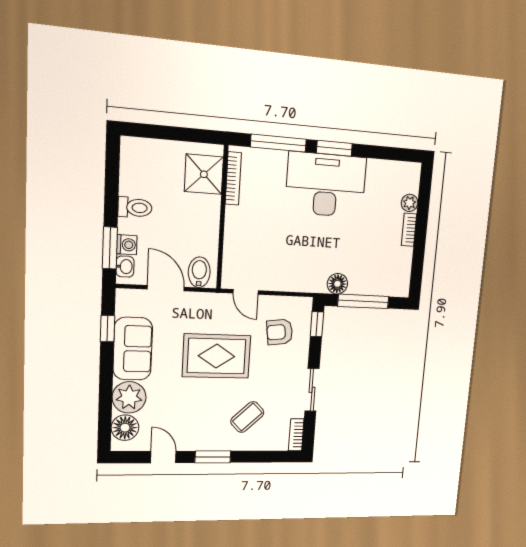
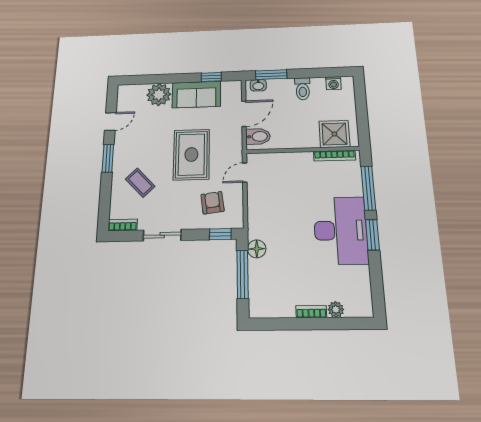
washing machine: (127, 245) -> (333, 83), moved
floor lamp: (125, 428) -> (135, 93), removed

